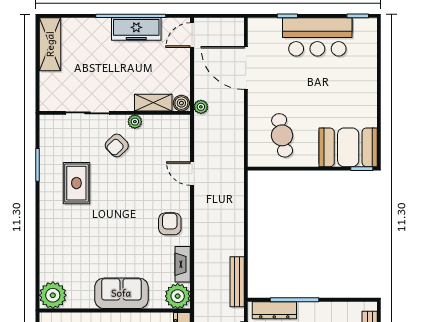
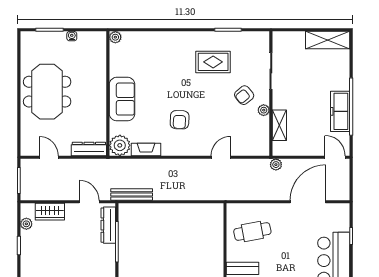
boiler: (181, 103) -> (279, 148), removed
armchair: (117, 145) -> (244, 95), turned -86
armchair: (170, 224) -> (180, 120), moved, turned 92
plant: (53, 295) -> (115, 37), width x0.53, depth x0.53

